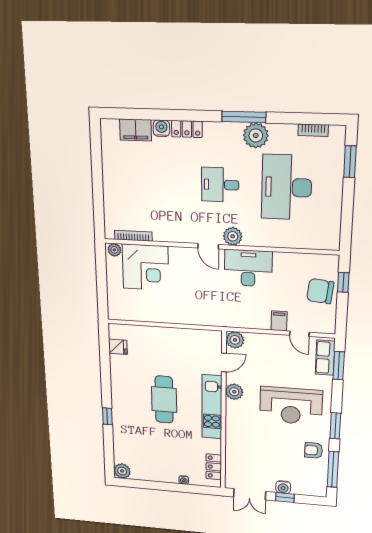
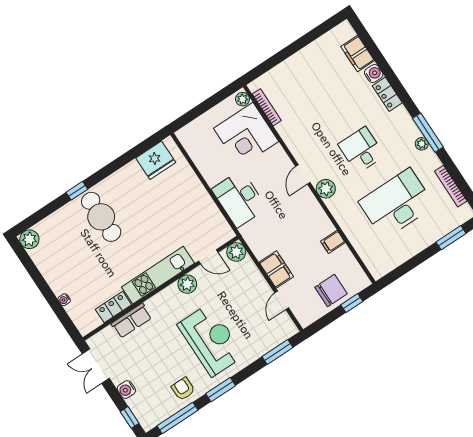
bookcase: (313, 130) -> (451, 186), width x1.56
plant: (256, 135) -> (422, 144), width x0.53, depth x0.53
filing cabinet: (281, 262) -> (333, 242), added
desk: (248, 268) -> (239, 199), moved, turned 180
chair: (320, 291) -> (331, 290), turned 84
filing cabinet: (279, 321) -> (276, 269), width x2.00
fridge: (118, 347) -> (156, 160), width x1.88, depth x1.34
row of seats: (325, 358) -> (132, 321), moved, turned 180
cafe table: (164, 400) -> (101, 217), moved, turned 90
reception desk: (291, 406) -> (211, 340), turned 180
locker: (214, 467) -> (113, 307), moved
window: (285, 497) -> (130, 417), moved

